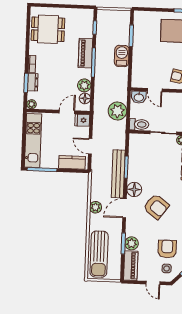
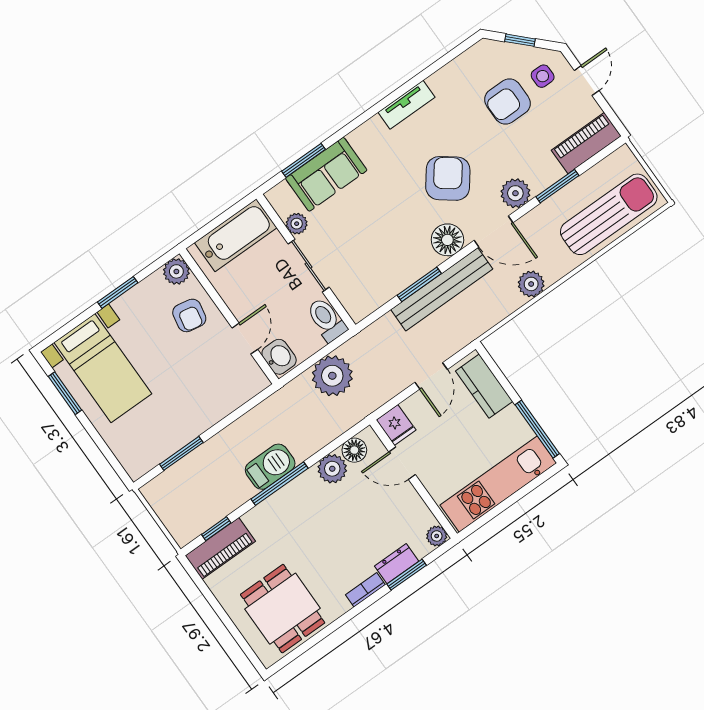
piano: (85, 53) -> (220, 548), moved
barbecue: (122, 56) -> (270, 467), moved, turned 180
plant: (132, 243) -> (515, 193), moved

